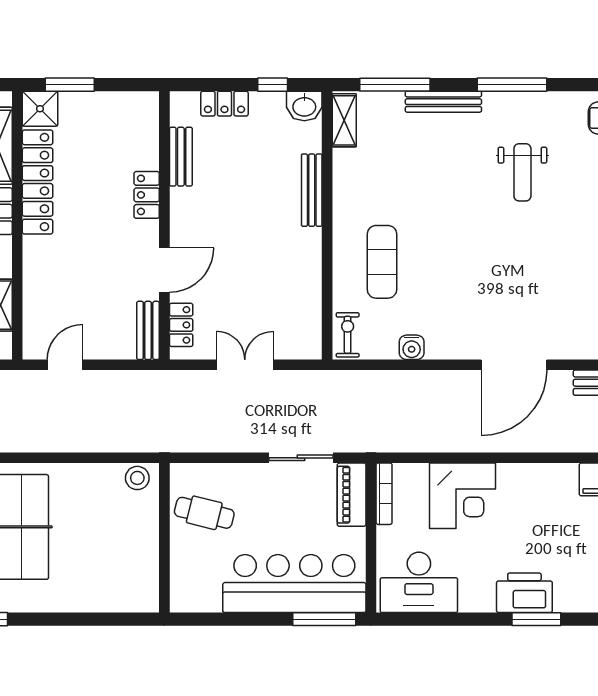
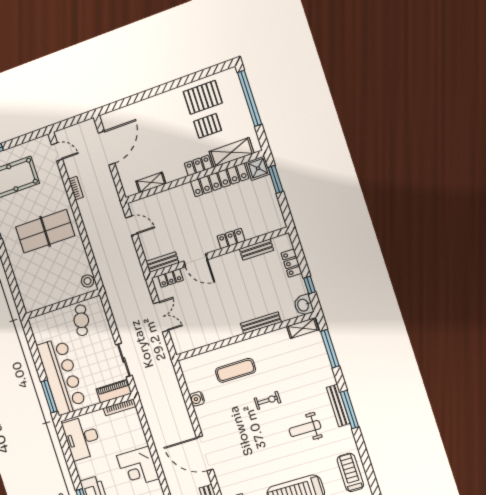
bench: (443, 102) -> (338, 405), moved
exercise bike: (348, 335) -> (267, 400), moved
corner desk: (462, 496) -> (138, 467), moved

